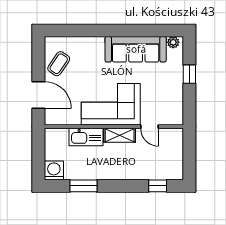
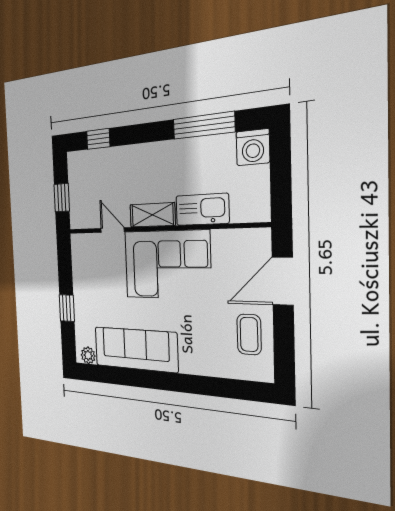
coffee table: (59, 64) -> (249, 334), turned -34
door: (38, 95) -> (283, 281), hinge flipped
window: (189, 150) -> (62, 198), added
window: (83, 186) -> (204, 126), width x1.44

